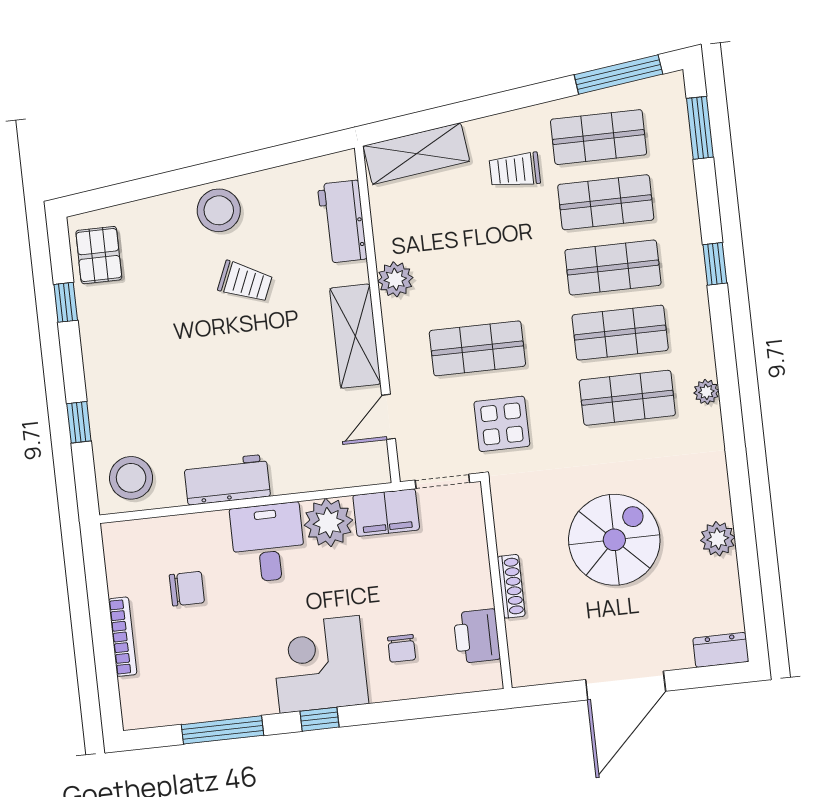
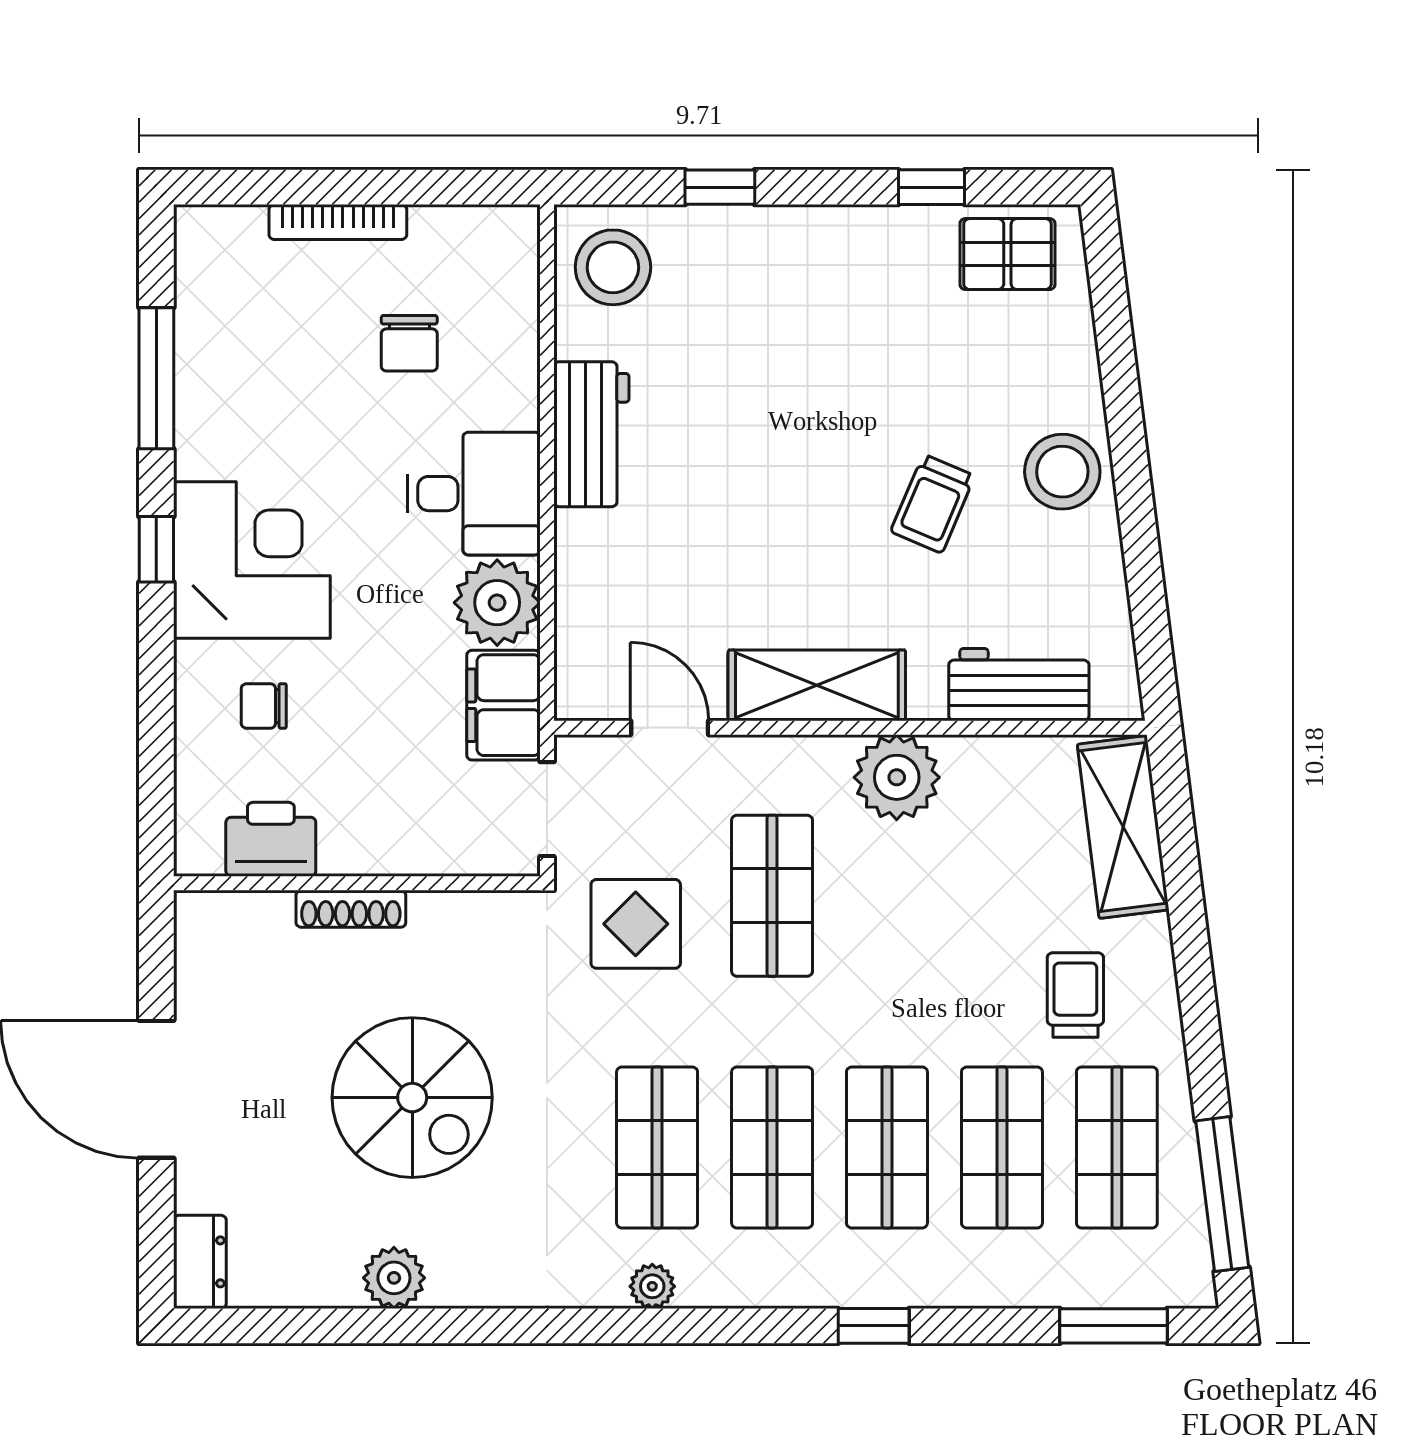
plant: (395, 279) -> (897, 777), width x1.36, depth x1.36

